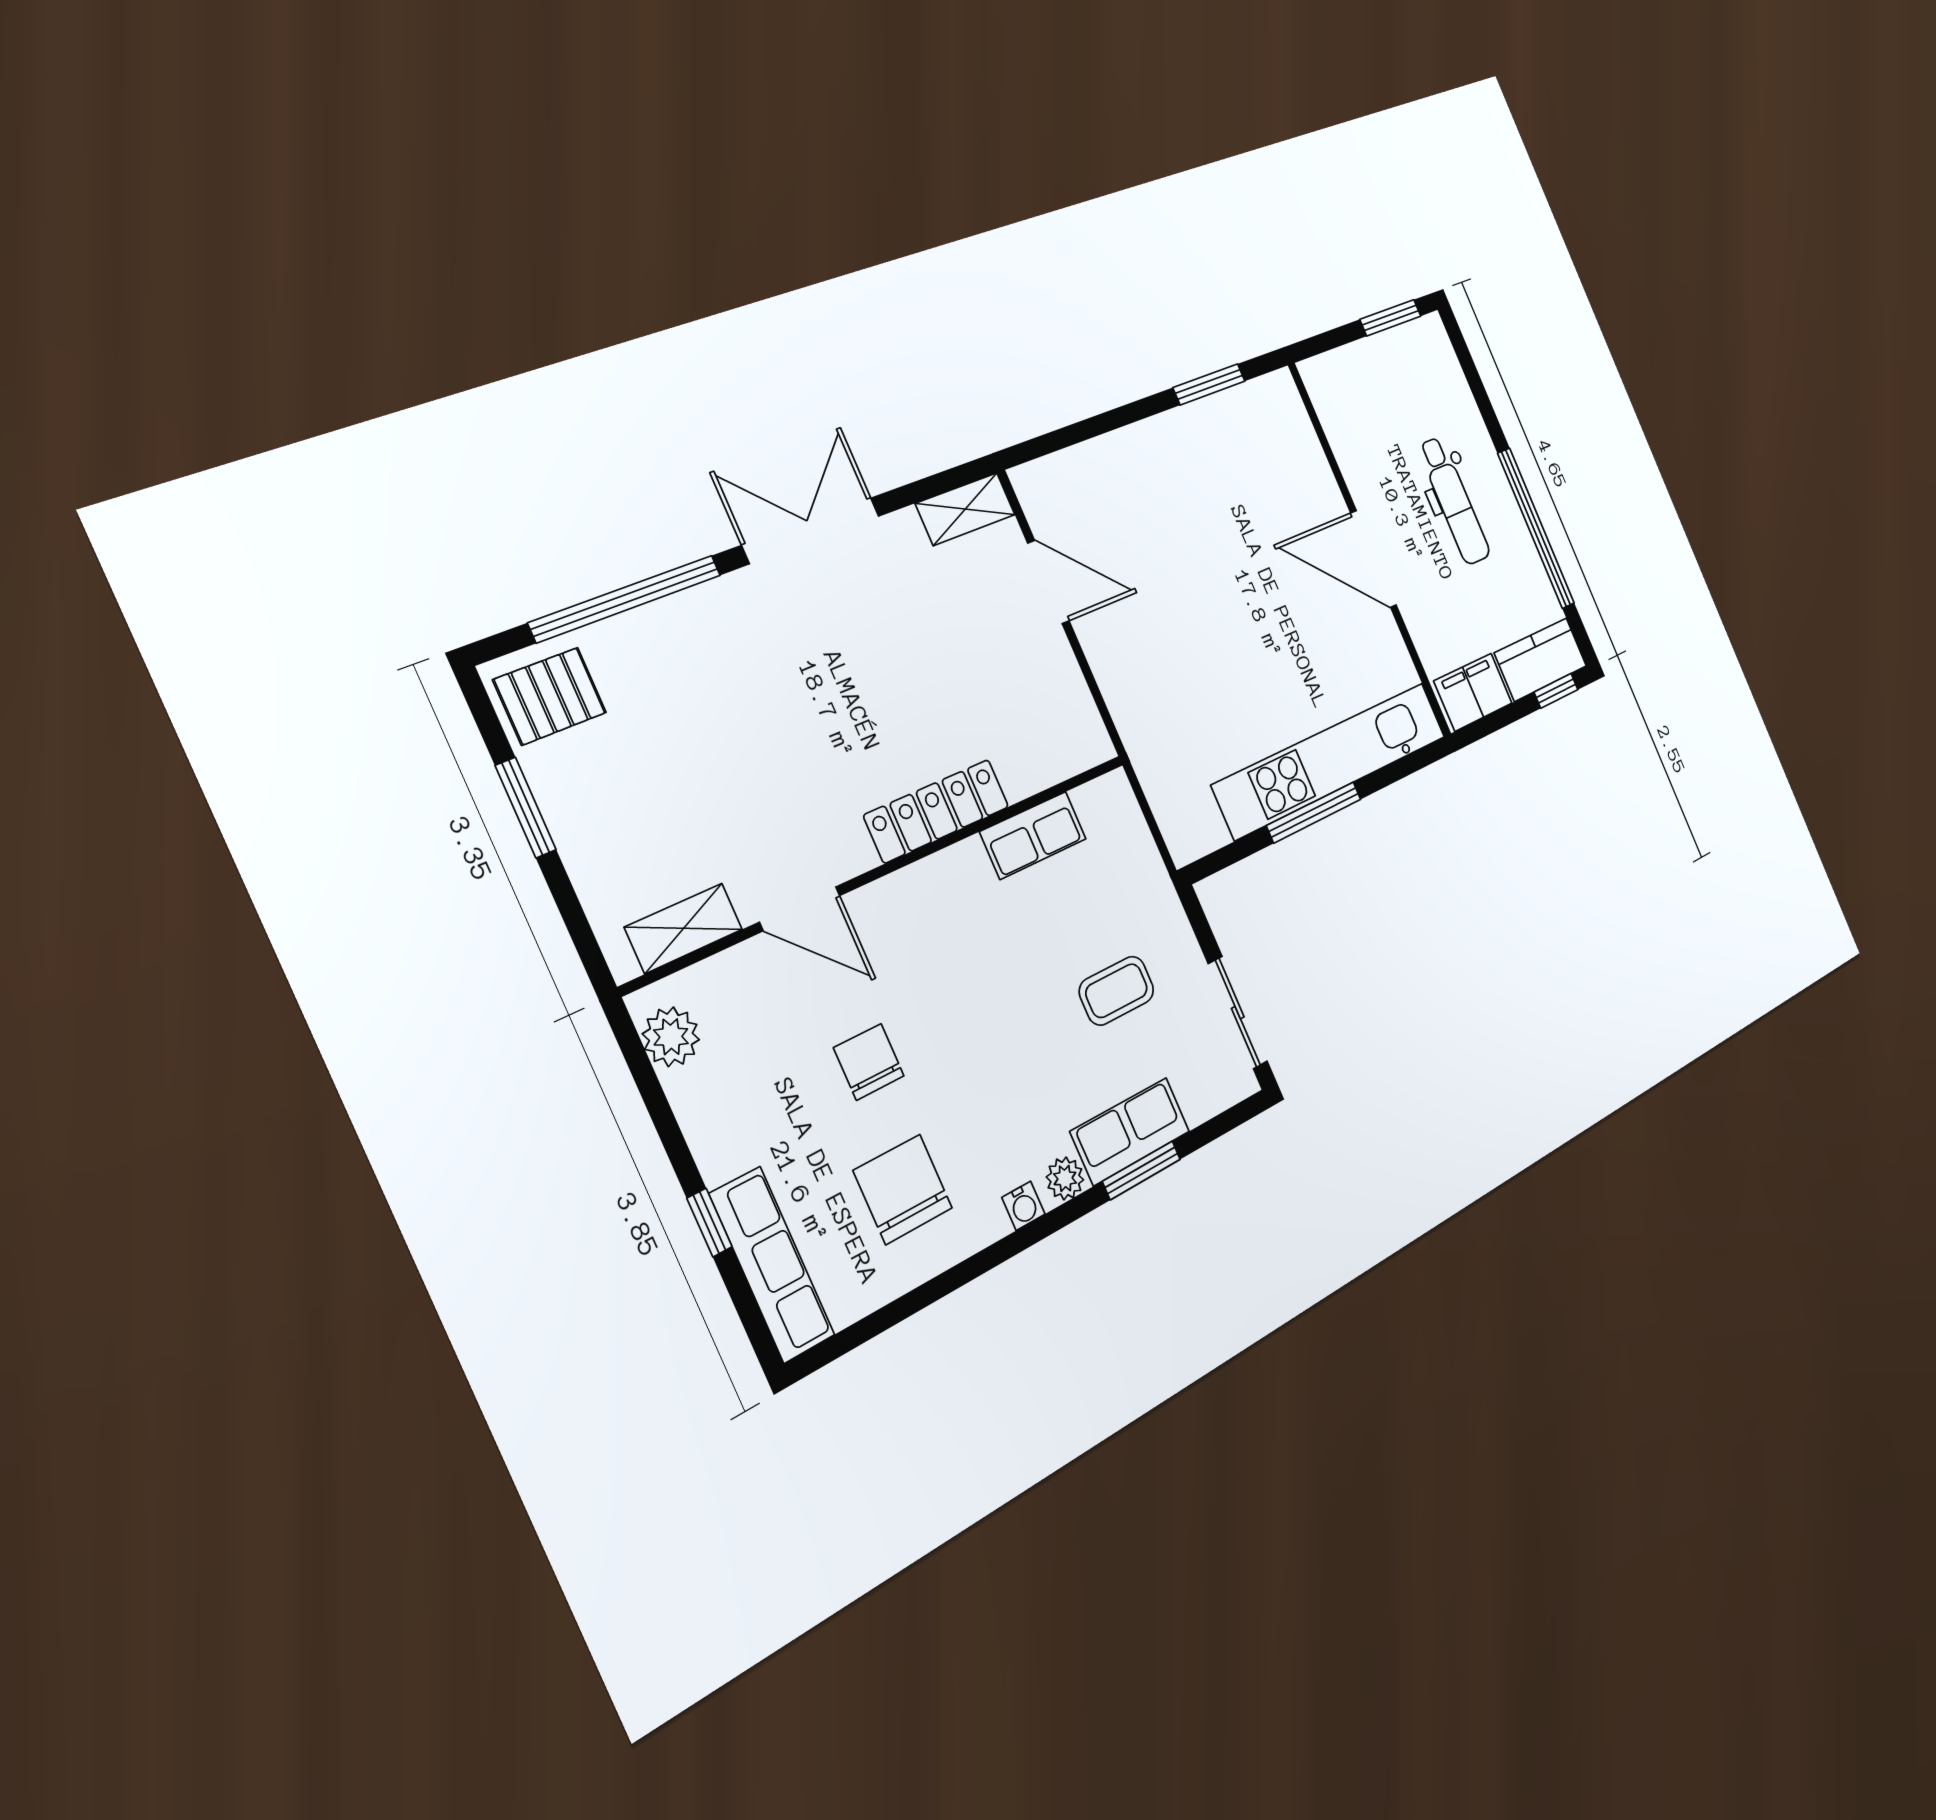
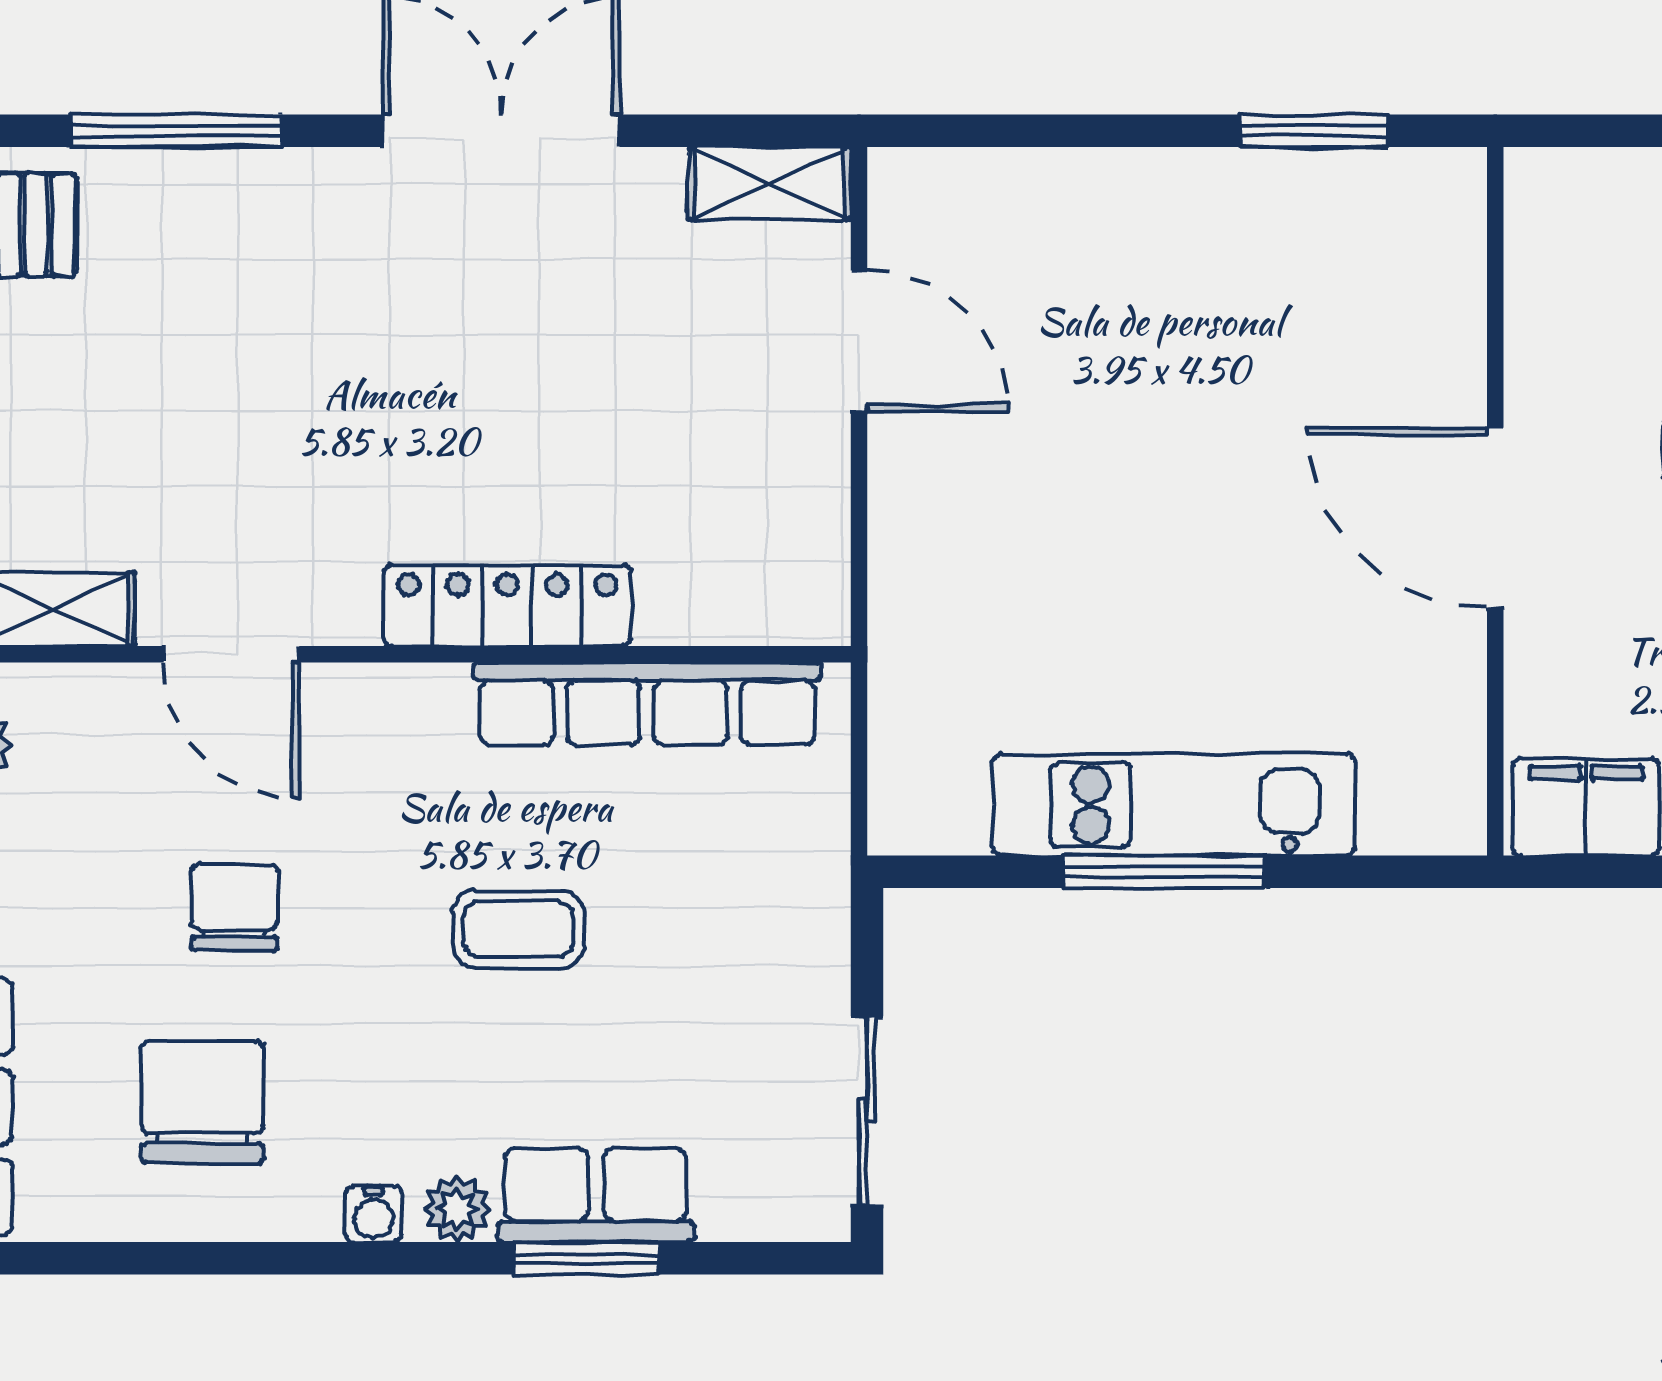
window: (626, 599) -> (176, 131), width x0.68
kitchen unit: (1331, 760) -> (1174, 805), width x0.73
row of seats: (1033, 835) -> (647, 704), width x2.02
coffee table: (1116, 991) -> (518, 929), moved

